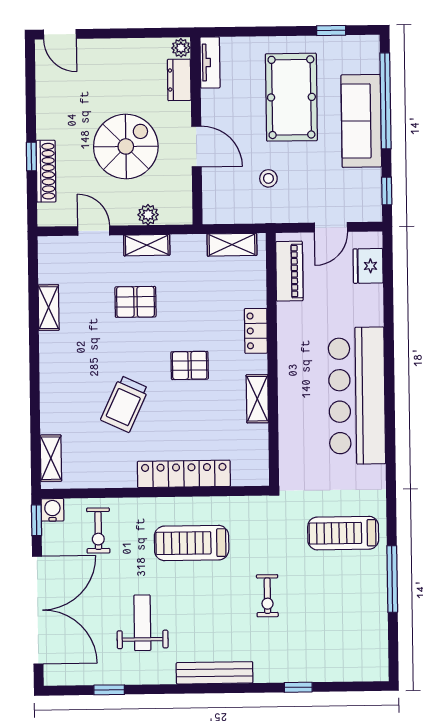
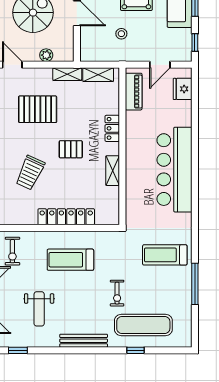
shelving: (147, 245) -> (67, 74), moved
pallet: (135, 302) -> (38, 109), width x1.50, depth x1.42
weight bench: (142, 623) -> (39, 309), turned 180
exercise mat: (310, 646) -> (143, 325), added

